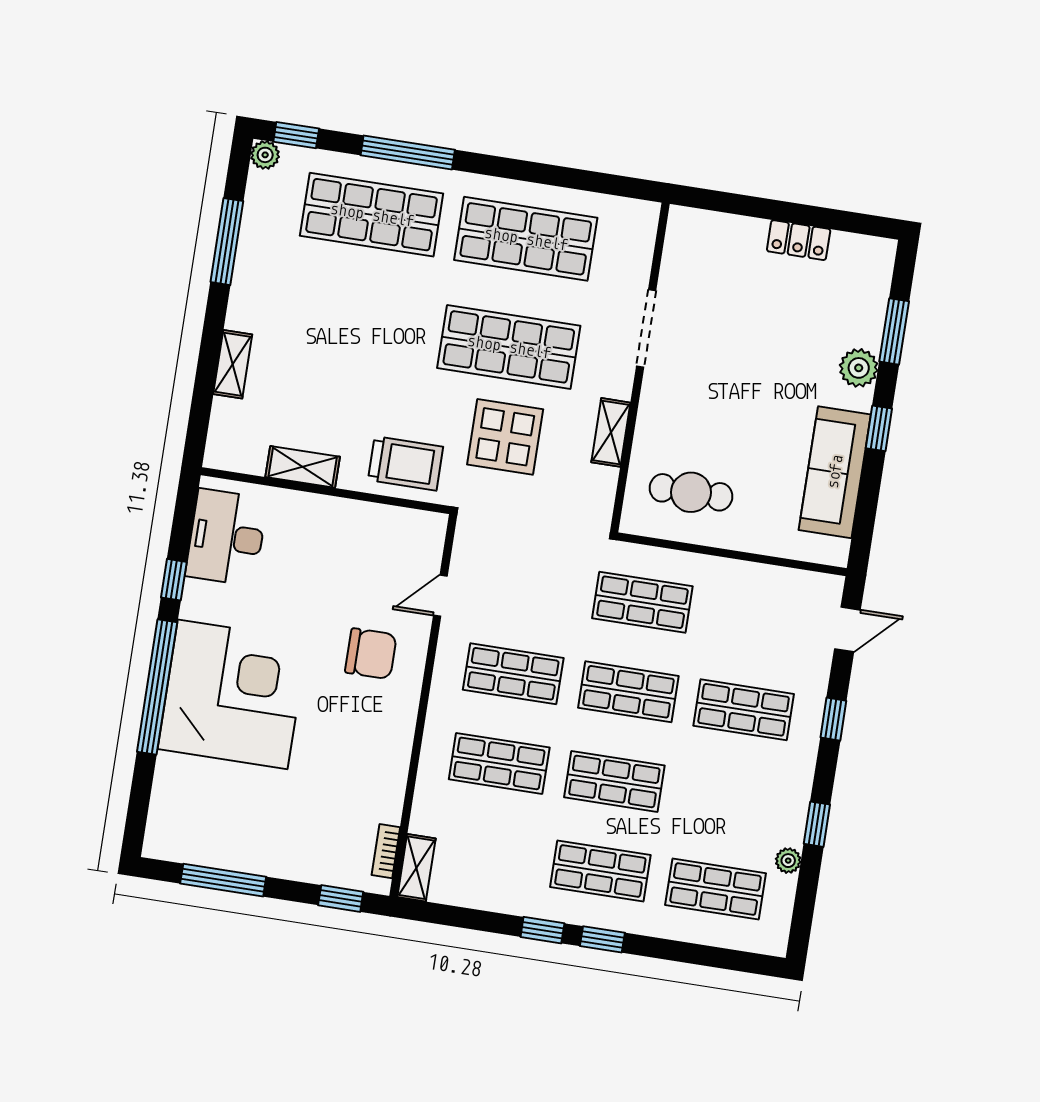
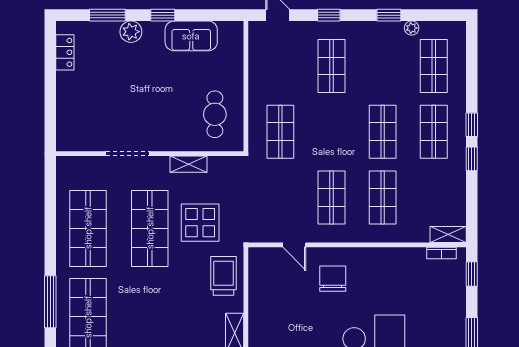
locker: (799, 240) -> (65, 52), moved
sofa: (835, 472) -> (191, 36), width x0.73
shop shelf: (628, 692) -> (332, 132), removed

